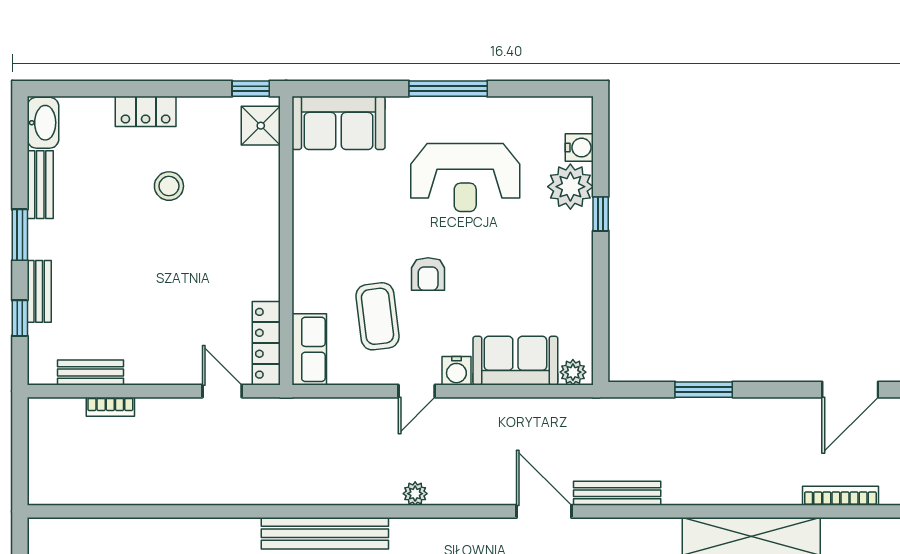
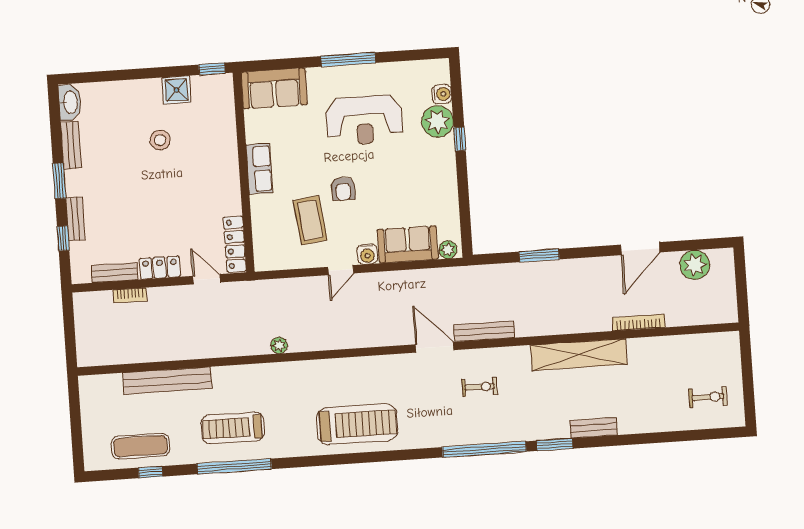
locker: (146, 111) -> (160, 268), moved, turned 180
shower: (261, 126) -> (176, 90), moved
row of seats: (309, 349) -> (259, 169), moved
plant: (415, 494) -> (279, 345), moved
bench: (325, 533) -> (167, 381), moved

